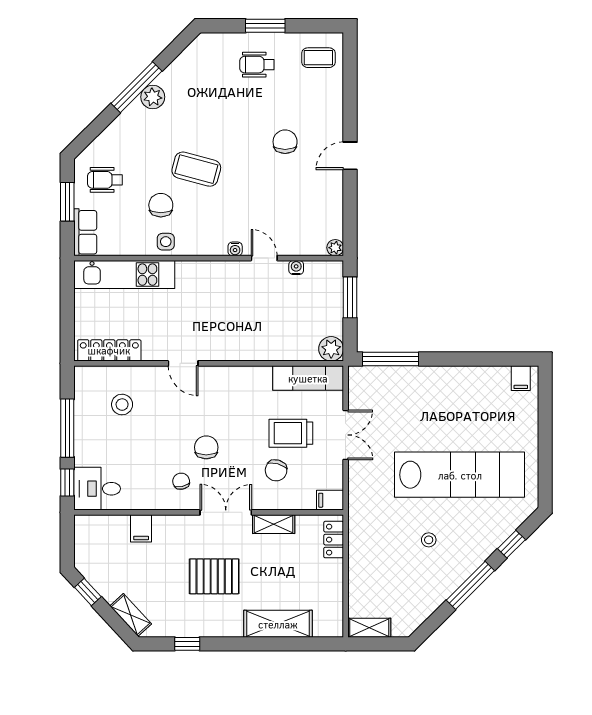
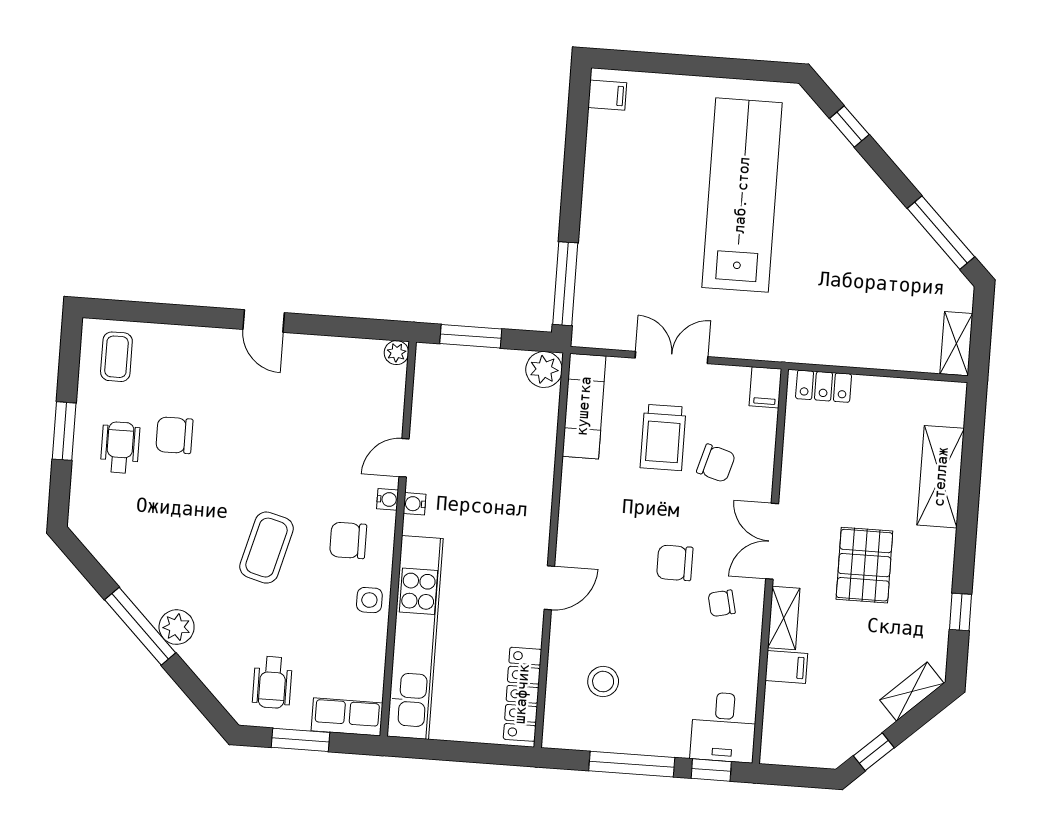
wheelchair: (257, 65) -> (120, 447), turned 180
plant: (153, 97) -> (177, 627), moved
chair: (285, 142) -> (174, 435), moved
chair: (161, 205) -> (348, 540), moved
water cooler: (296, 268) -> (415, 504), moved
kitchen unit: (124, 275) -> (415, 637), width x1.36
shelving: (274, 524) -> (784, 618), moved
stool: (429, 540) -> (834, 247), removed
window: (470, 585) -> (941, 233), moved

